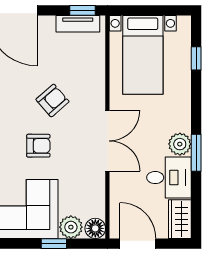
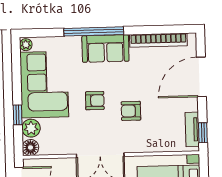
armchair: (52, 100) -> (131, 111), turned 131
armchair: (38, 146) -> (95, 101), turned -90

